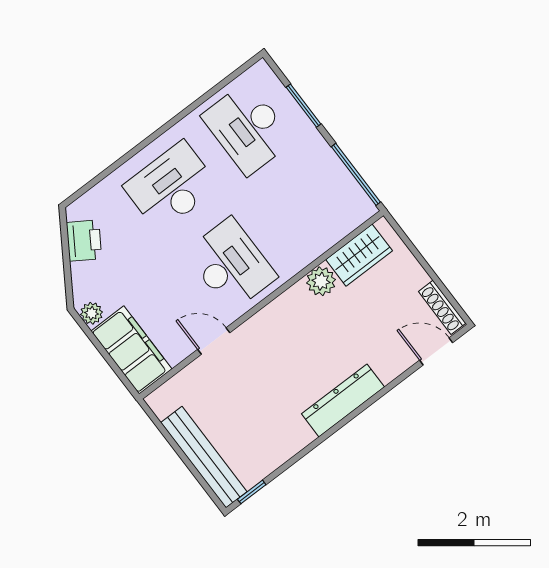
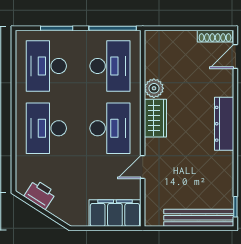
desk: (248, 128) -> (46, 66), turned 90
desk: (307, 206) -> (110, 66), added
wardrobe: (359, 255) -> (155, 118), moved
desk: (231, 265) -> (110, 128), turned 90
plant: (92, 313) -> (80, 219), removed

